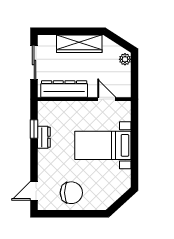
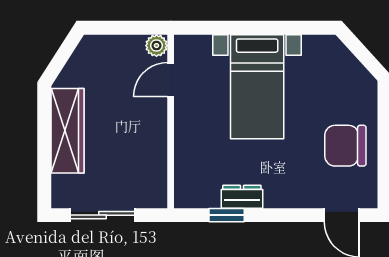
plant: (125, 59) -> (156, 46), moved
dresser: (64, 89) -> (152, 159), removed
chair: (71, 193) -> (345, 146), turned -90

